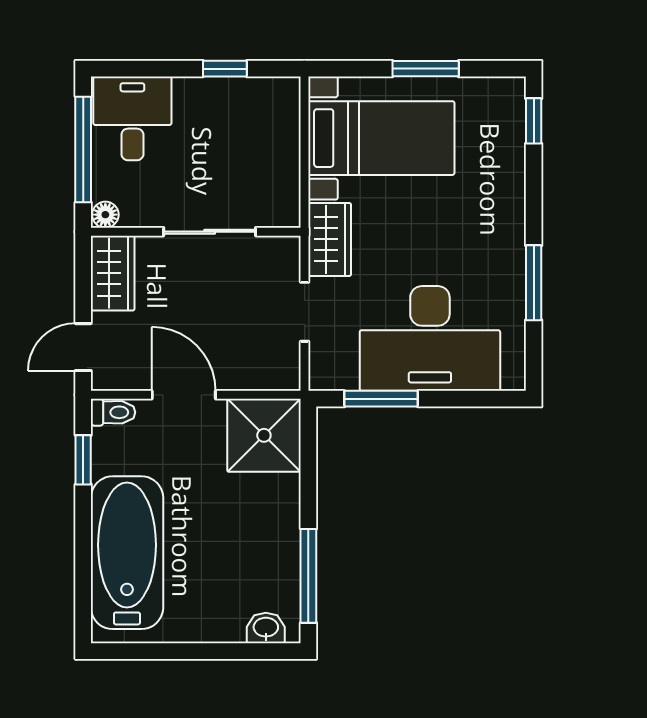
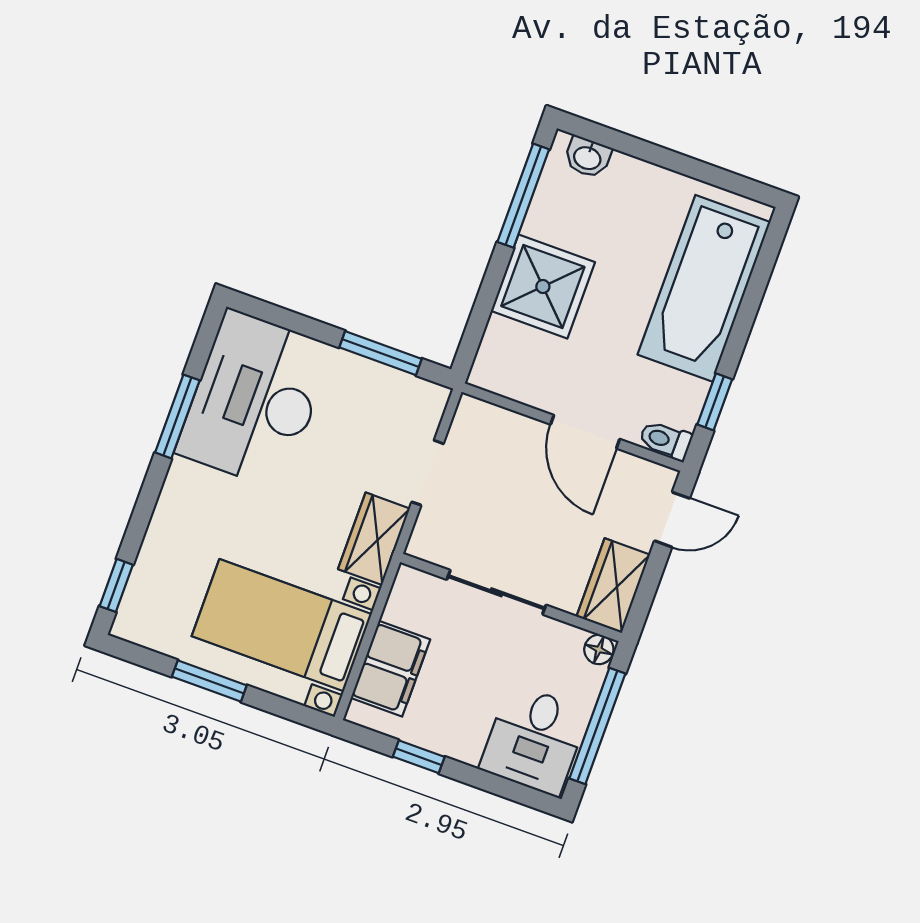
filing cabinet: (276, 135) -> (390, 669), added
desk: (430, 338) -> (255, 400), moved, turned -90
shower: (264, 435) -> (543, 287), moved

